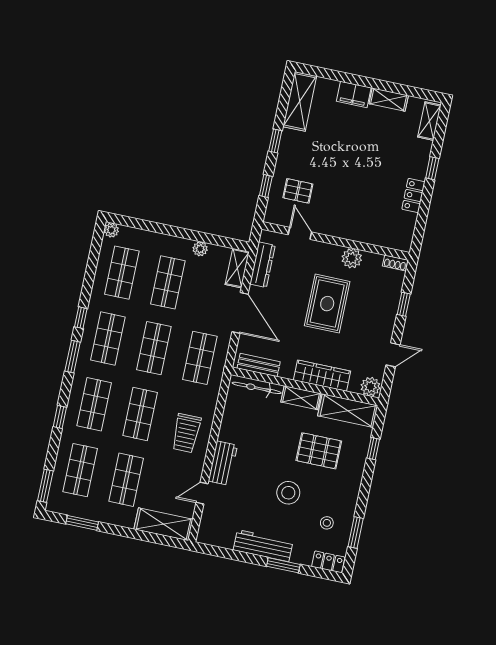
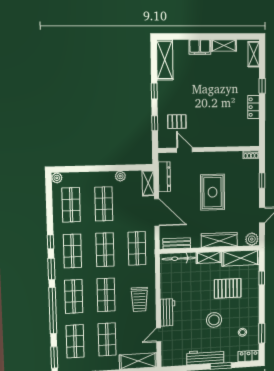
plant: (352, 258) -> (222, 158), removed
window: (60, 417) -> (53, 311), width x3.17

